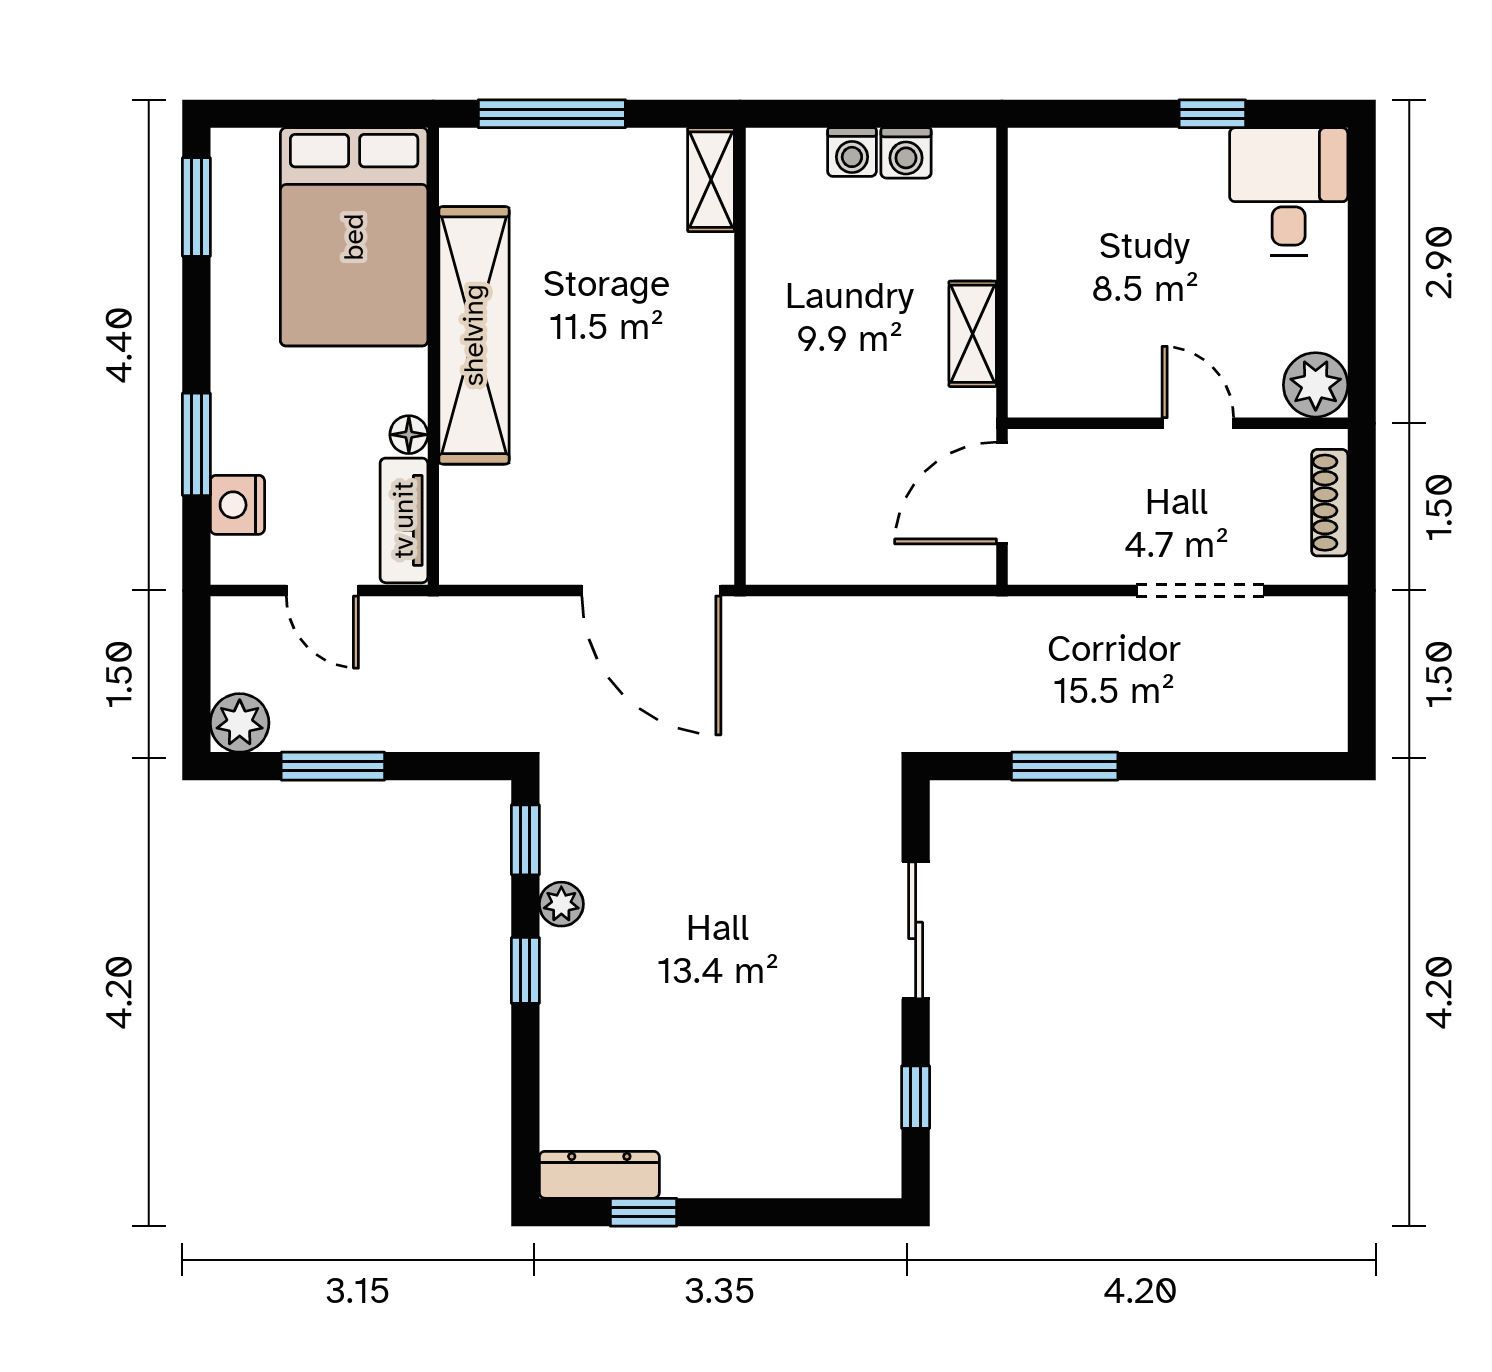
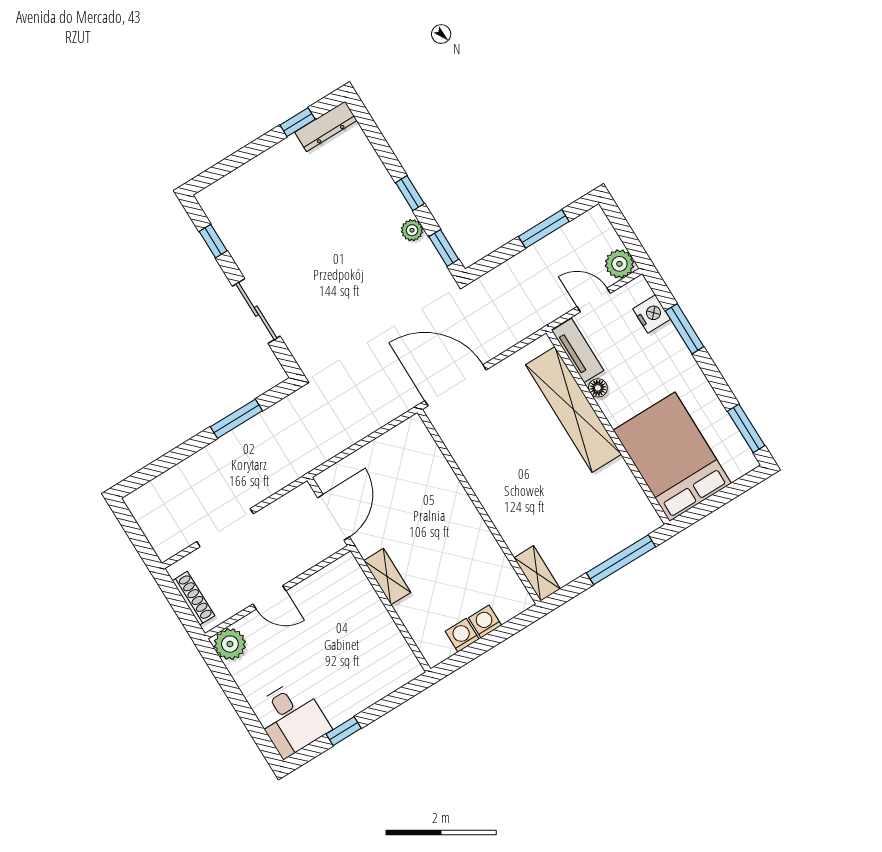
shelving: (474, 335) -> (573, 410), moved
plant: (240, 723) -> (619, 264), moved

